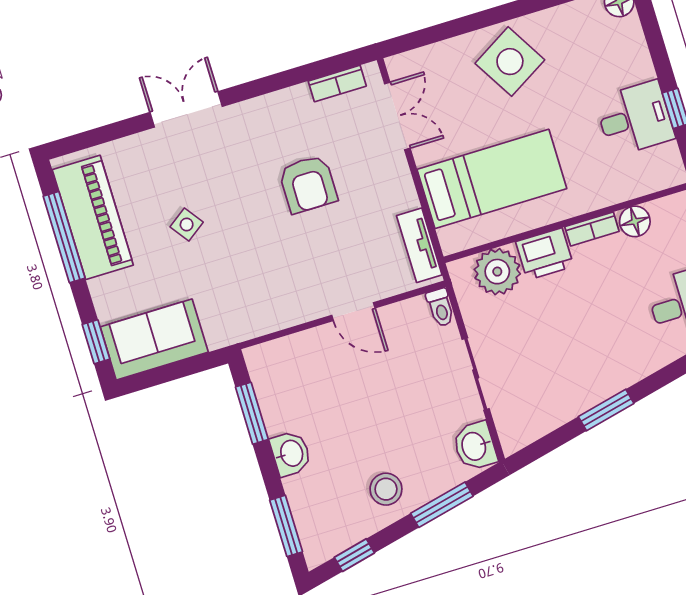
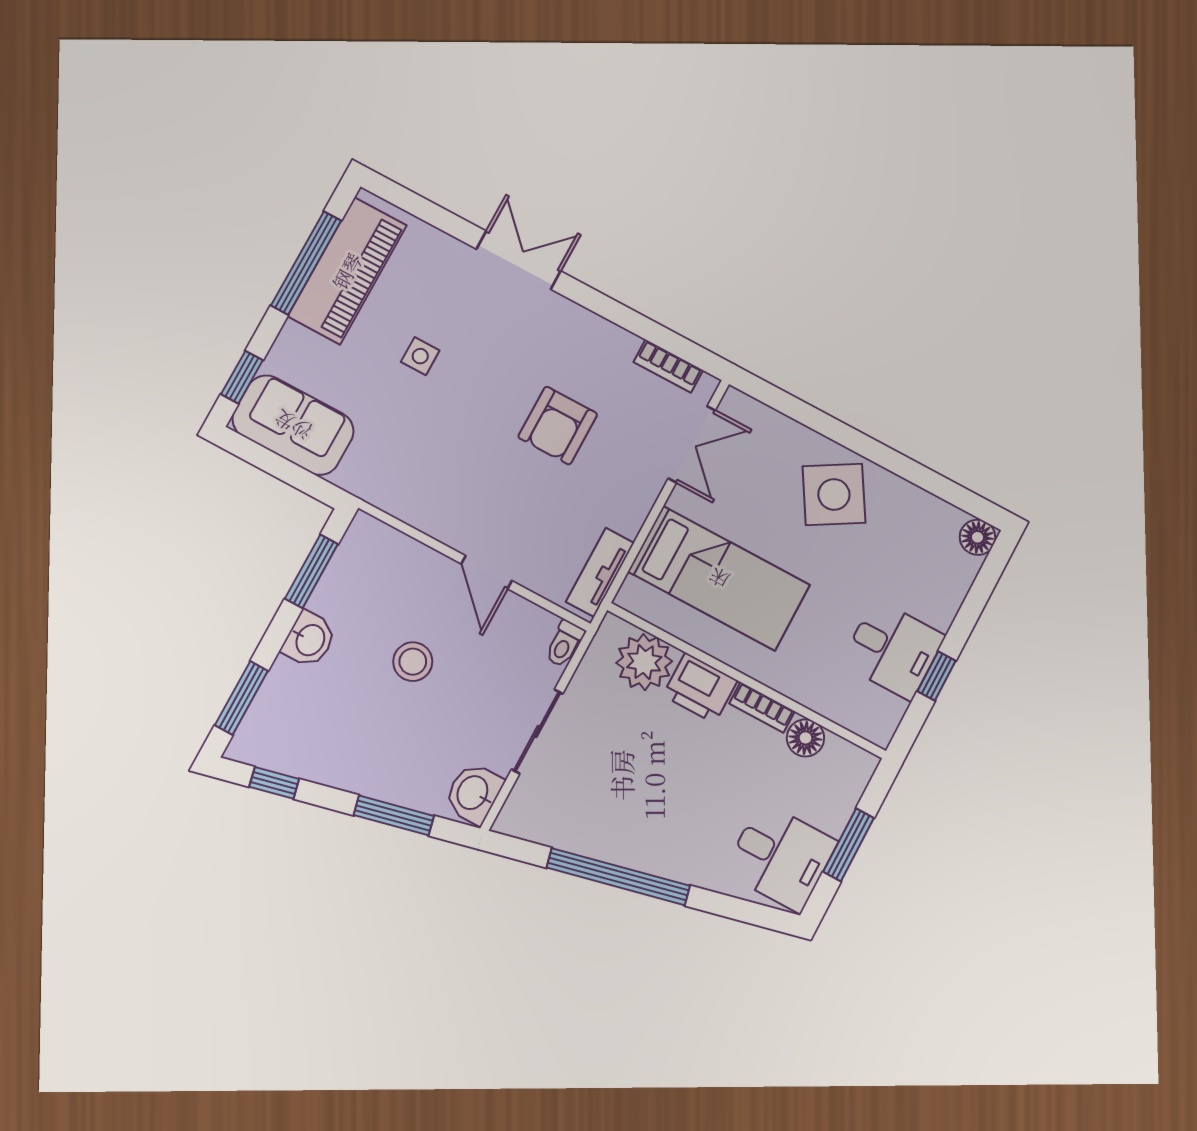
side table: (187, 224) -> (420, 356), turned 36
window: (606, 410) -> (618, 877), width x2.11
stool: (386, 489) -> (413, 662), moved

